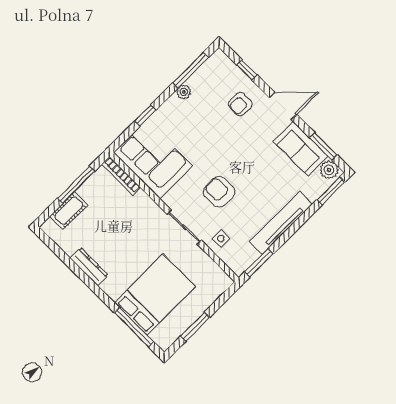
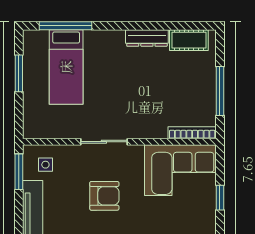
cot: (69, 211) -> (189, 40), moved, turned 90
side table: (221, 239) -> (45, 165), moved
bed: (155, 295) -> (66, 67), width x0.67

